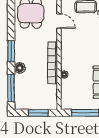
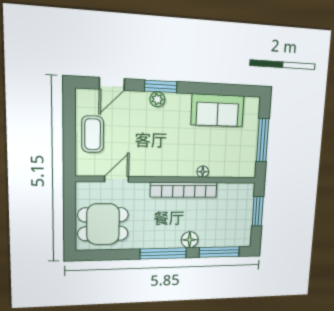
window: (11, 51) -> (163, 253), width x1.44

